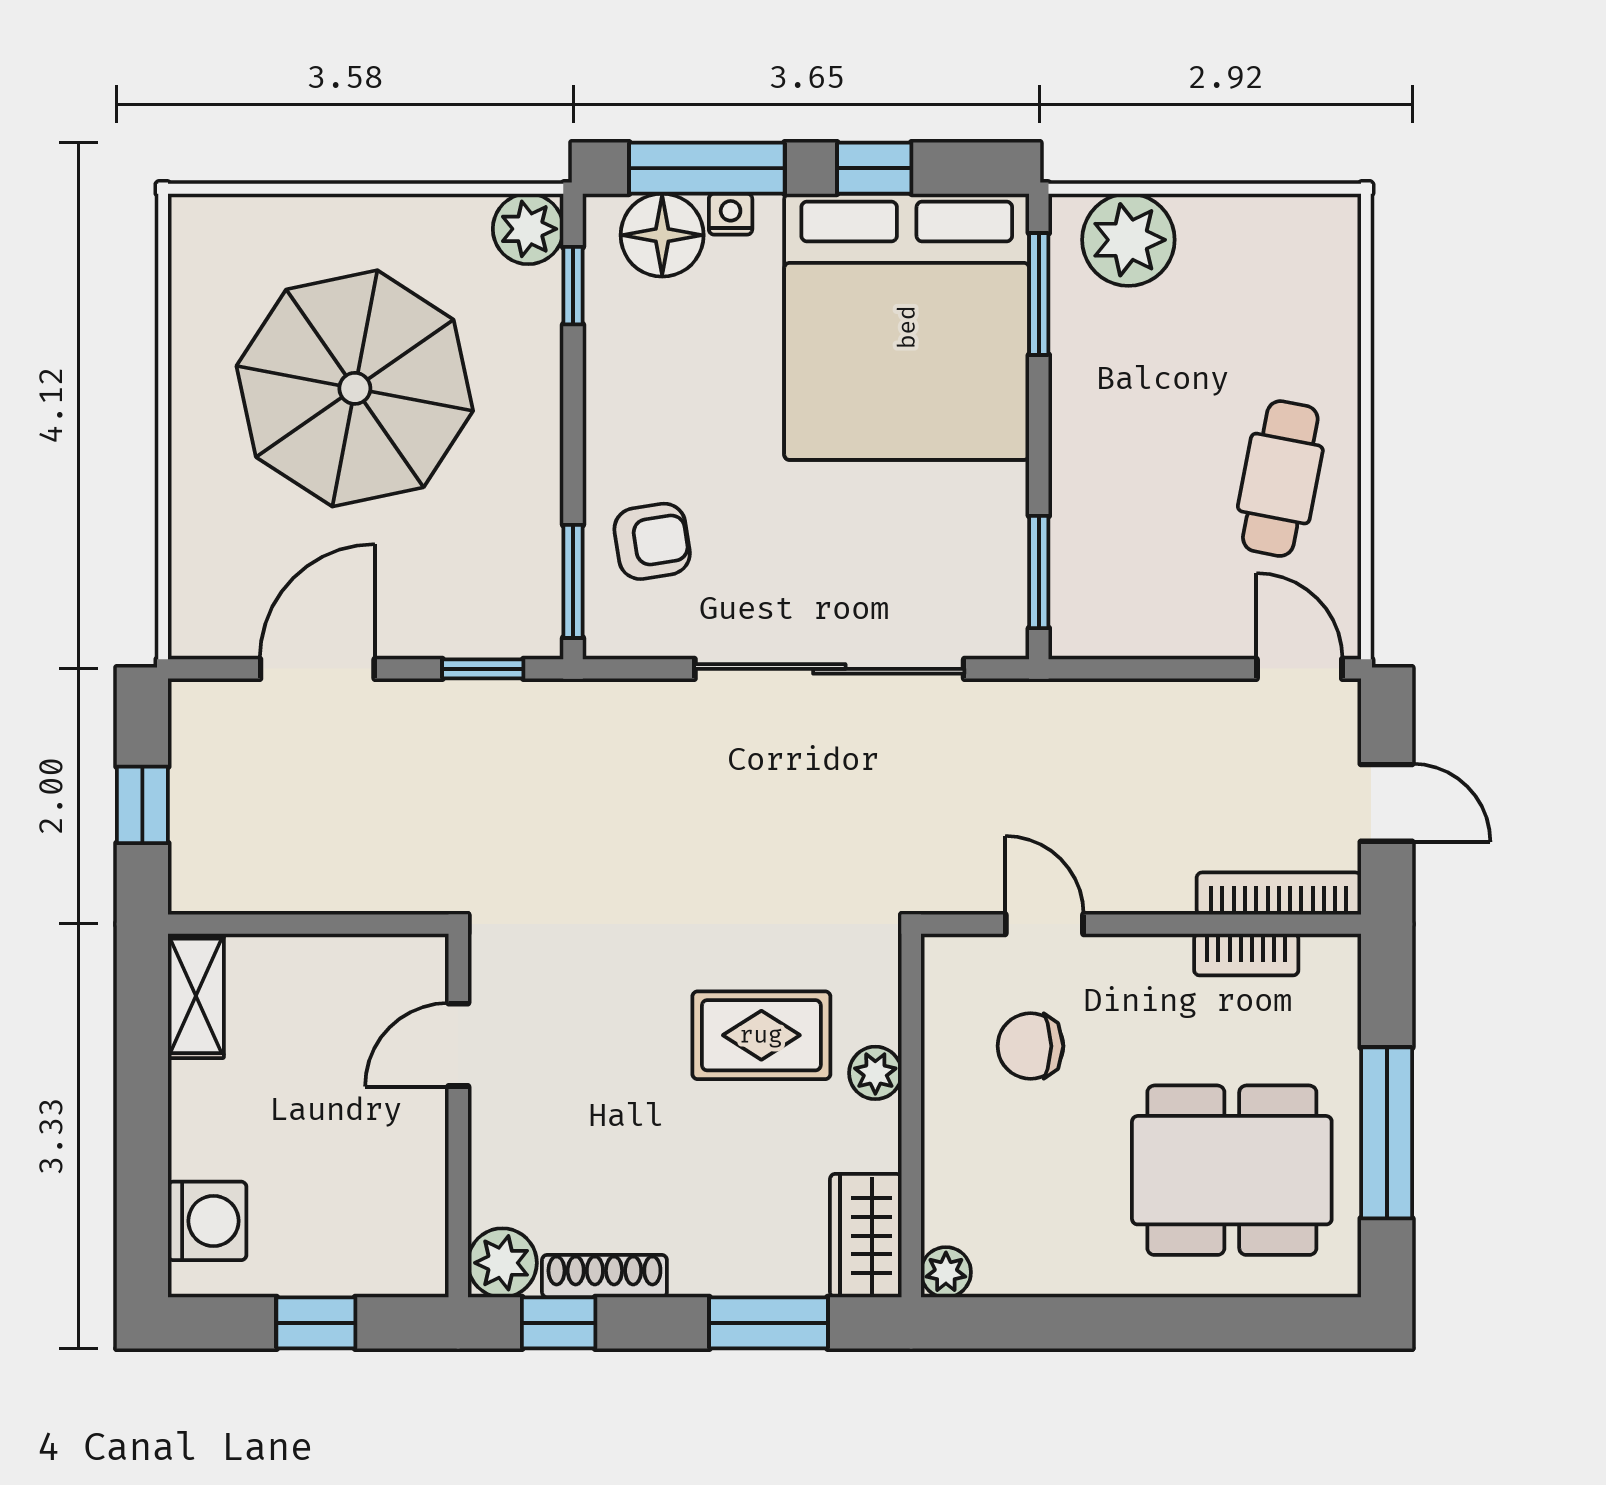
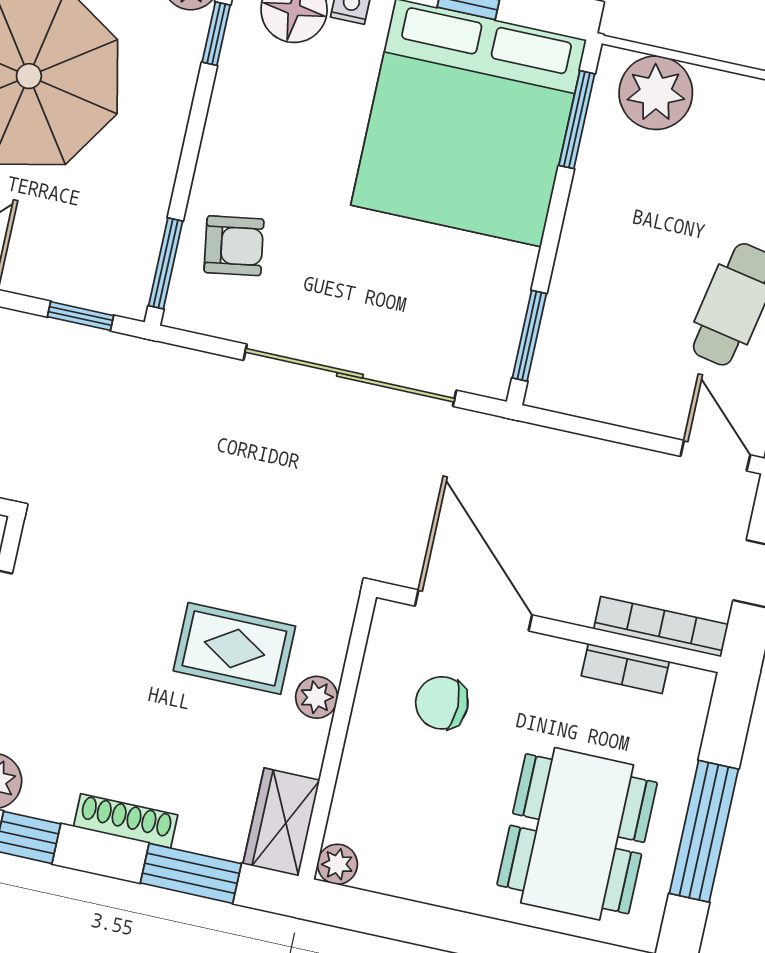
door: (1044, 924) -> (473, 610), width x1.88
dining table: (1232, 1170) -> (577, 834), turned 90
shoe rack: (604, 1276) -> (126, 821), moved

